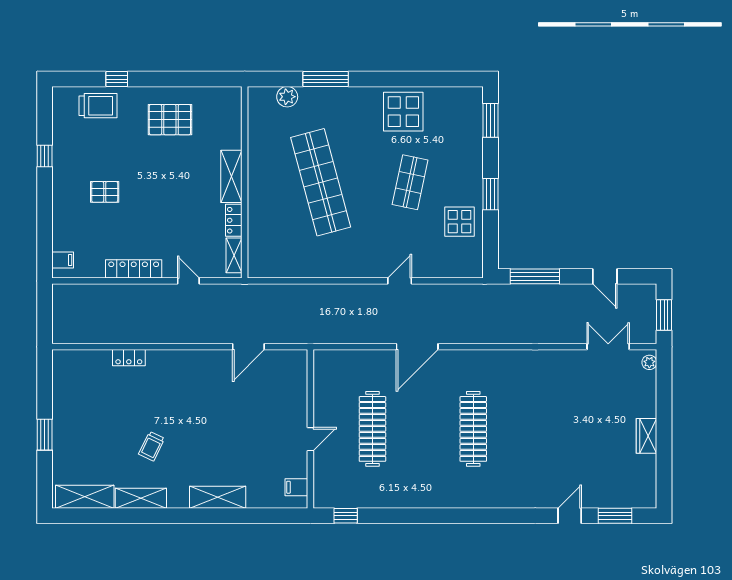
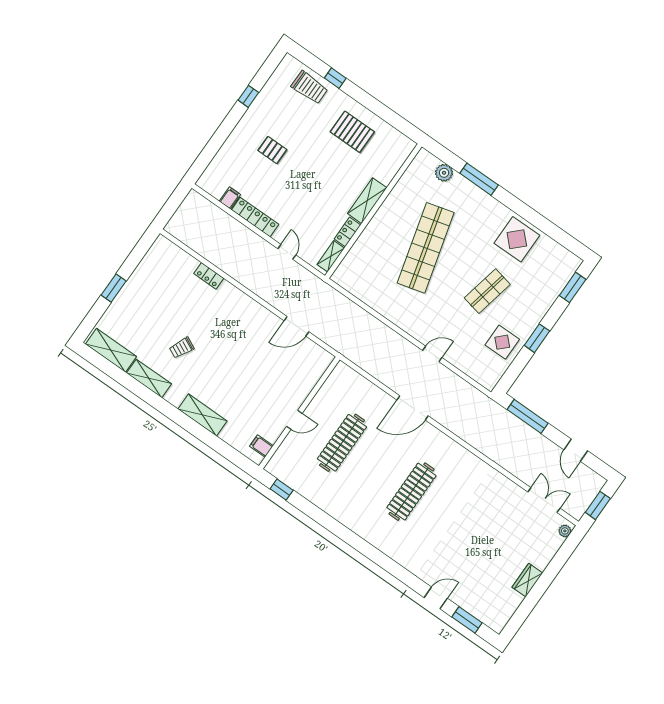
filing cabinet: (63, 260) -> (230, 198), moved, turned -90

